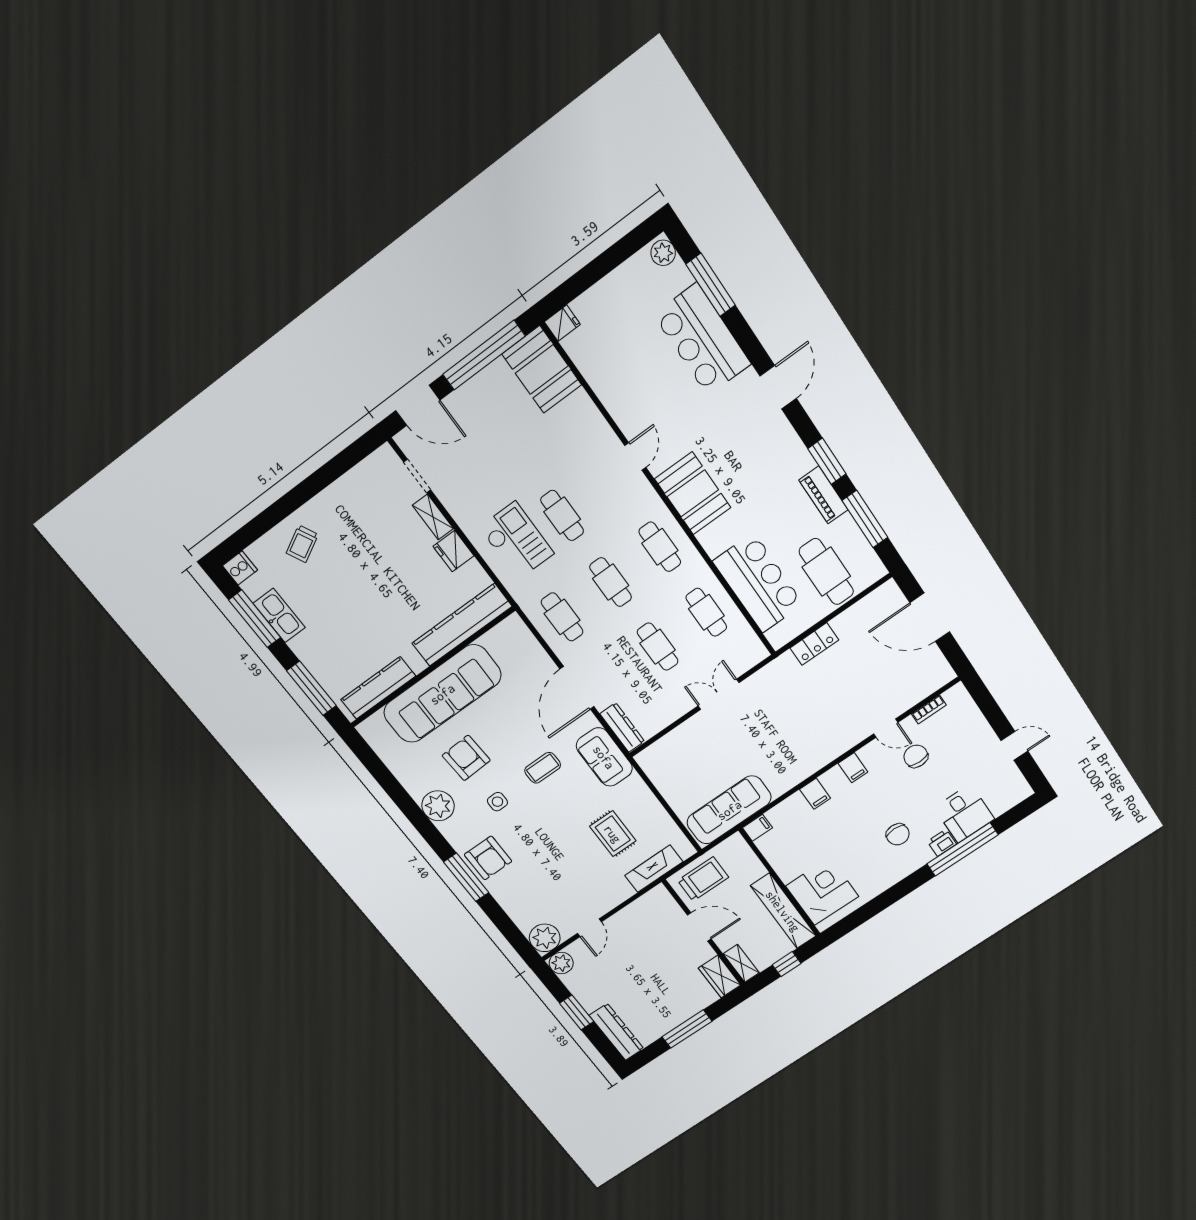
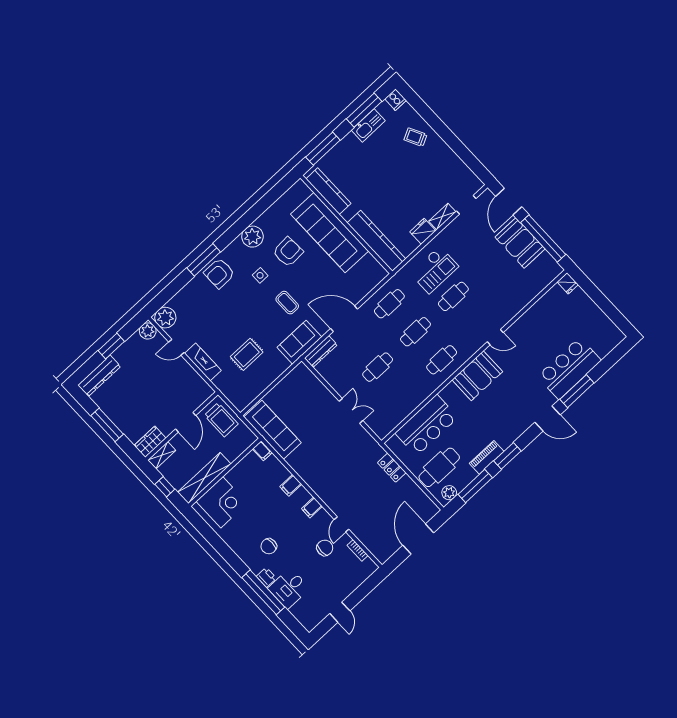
plant: (663, 253) -> (449, 493), moved
window: (711, 285) -> (577, 391), moved
booth: (542, 369) -> (520, 243), moved, turned 90
cafe table: (706, 612) -> (404, 395), removed
fireplace: (654, 869) -> (203, 362), moved

